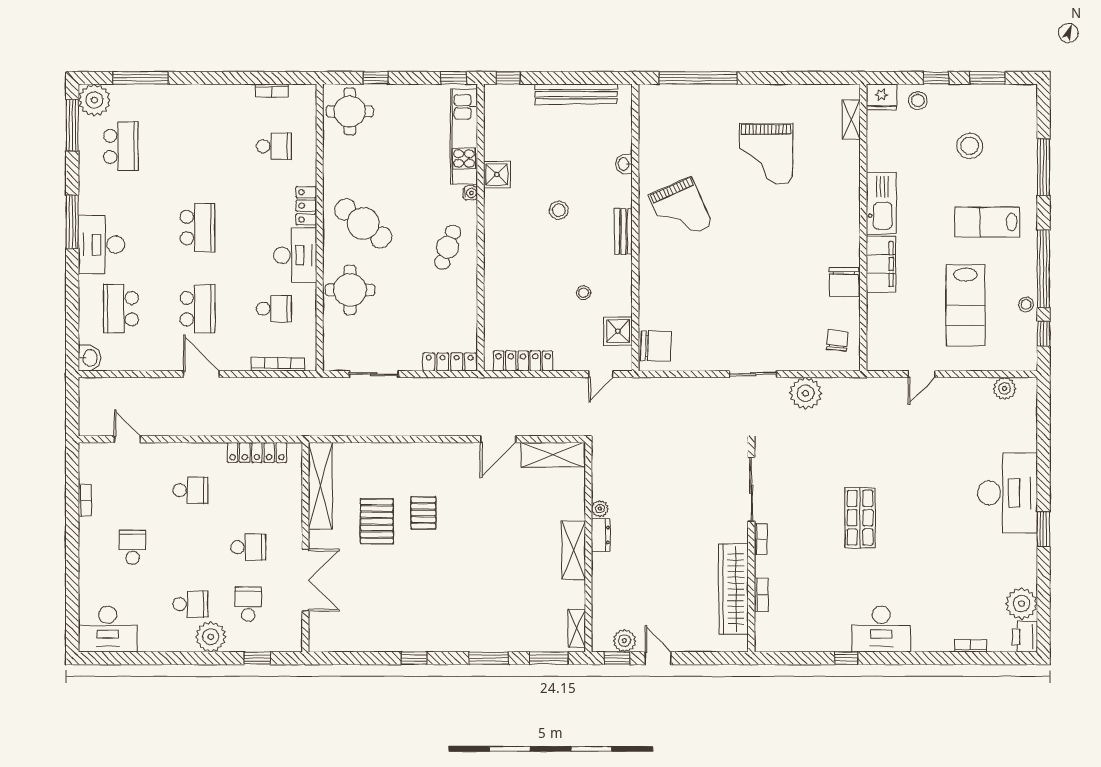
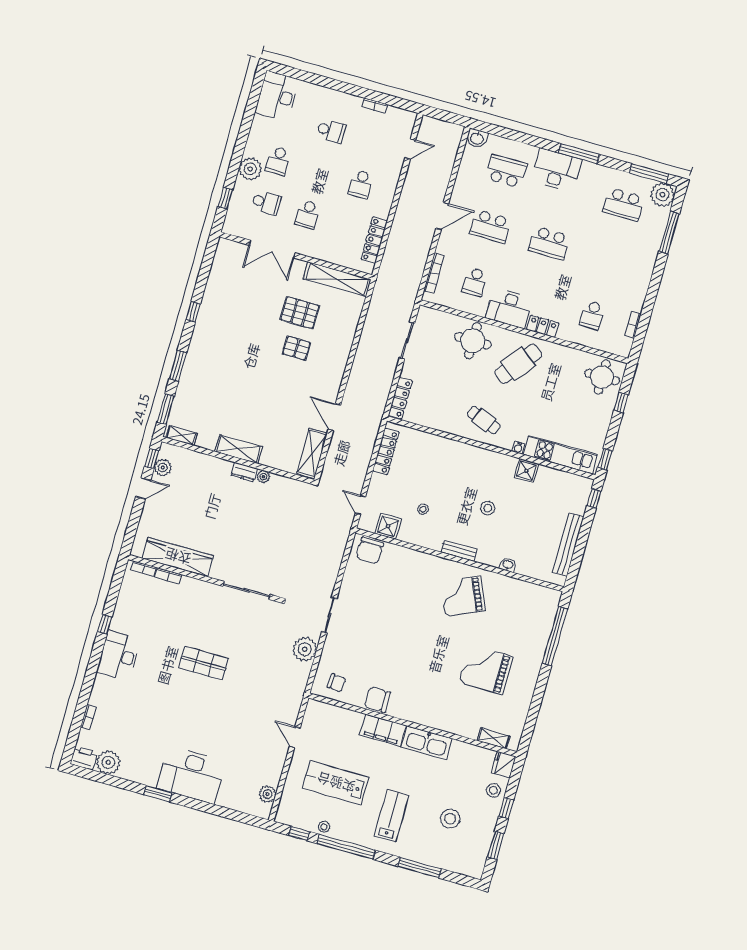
bookcase: (761, 539) -> (144, 568), moved

